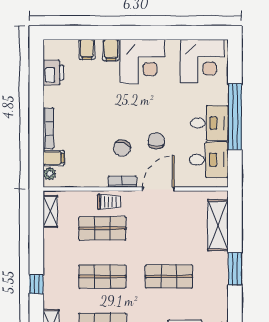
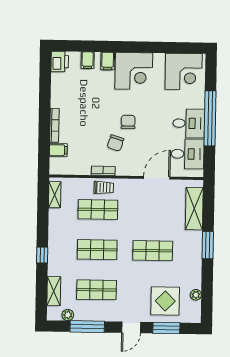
printer: (53, 73) -> (60, 62), moved
chair: (156, 141) -> (128, 122), moved
plant: (50, 174) -> (55, 163), removed
bookcase: (122, 182) -> (103, 171), moved
door: (158, 189) -> (157, 178), moved

